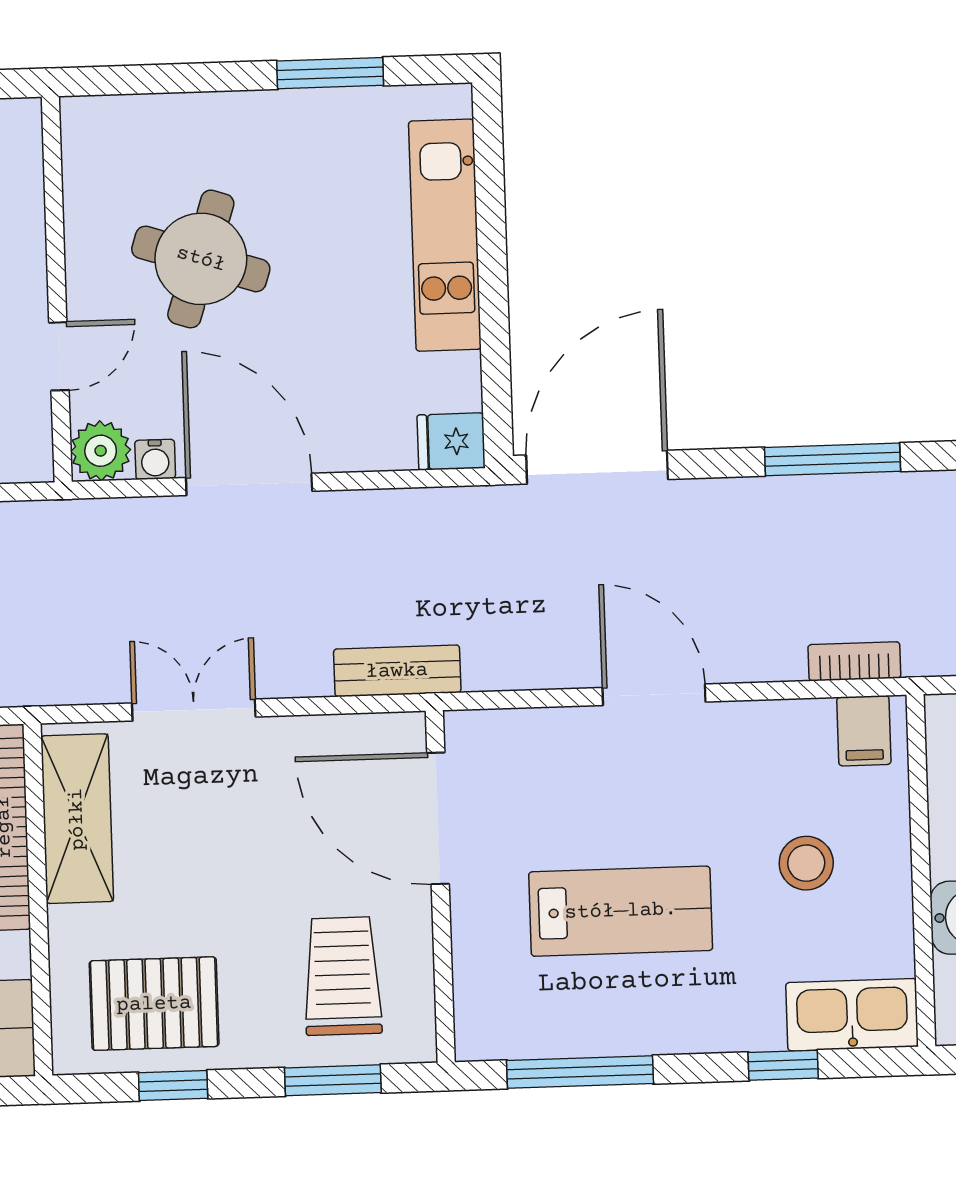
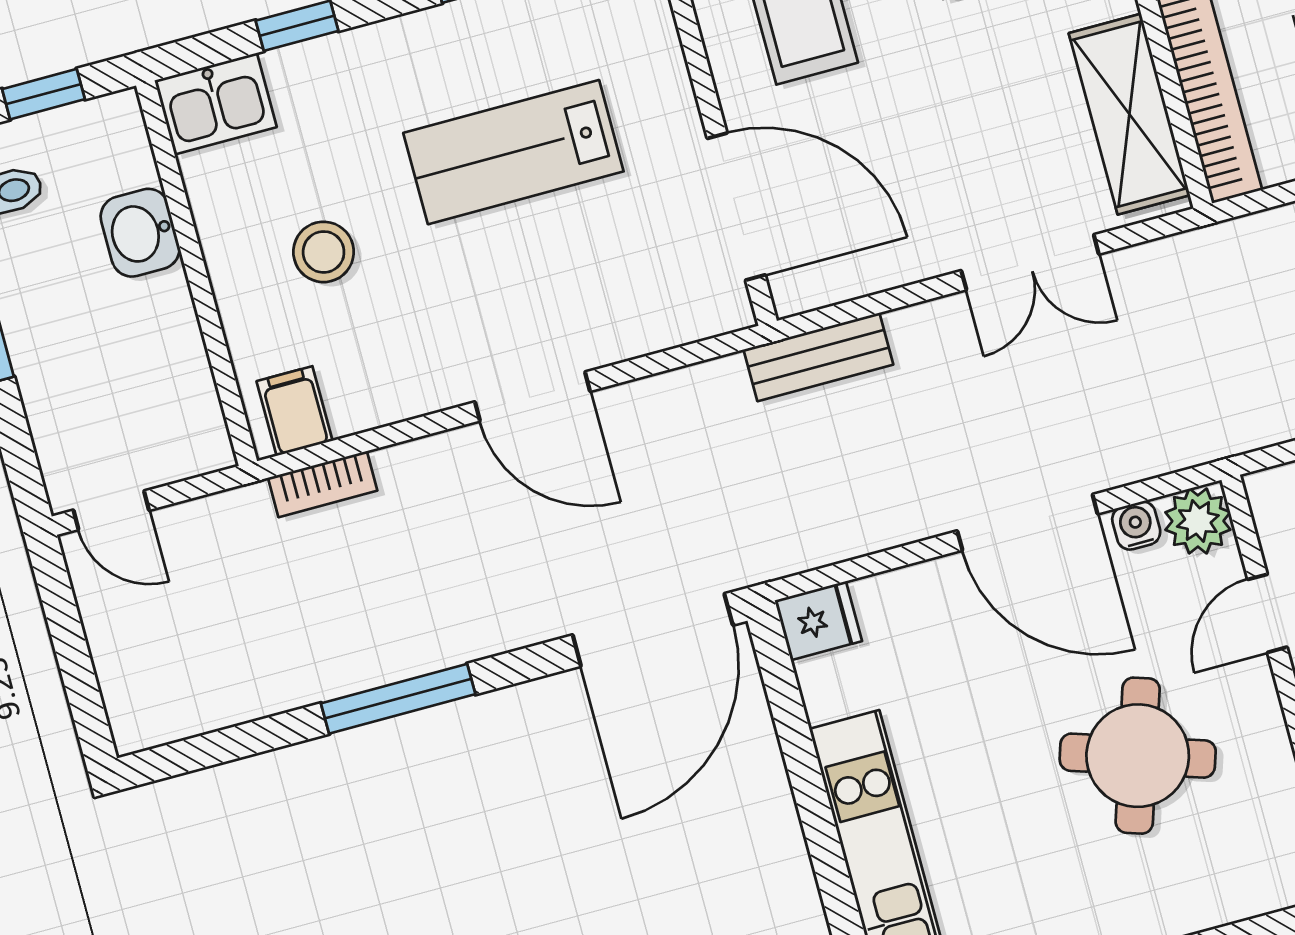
kitchen sink: (852, 1015) -> (216, 104), width x0.73

